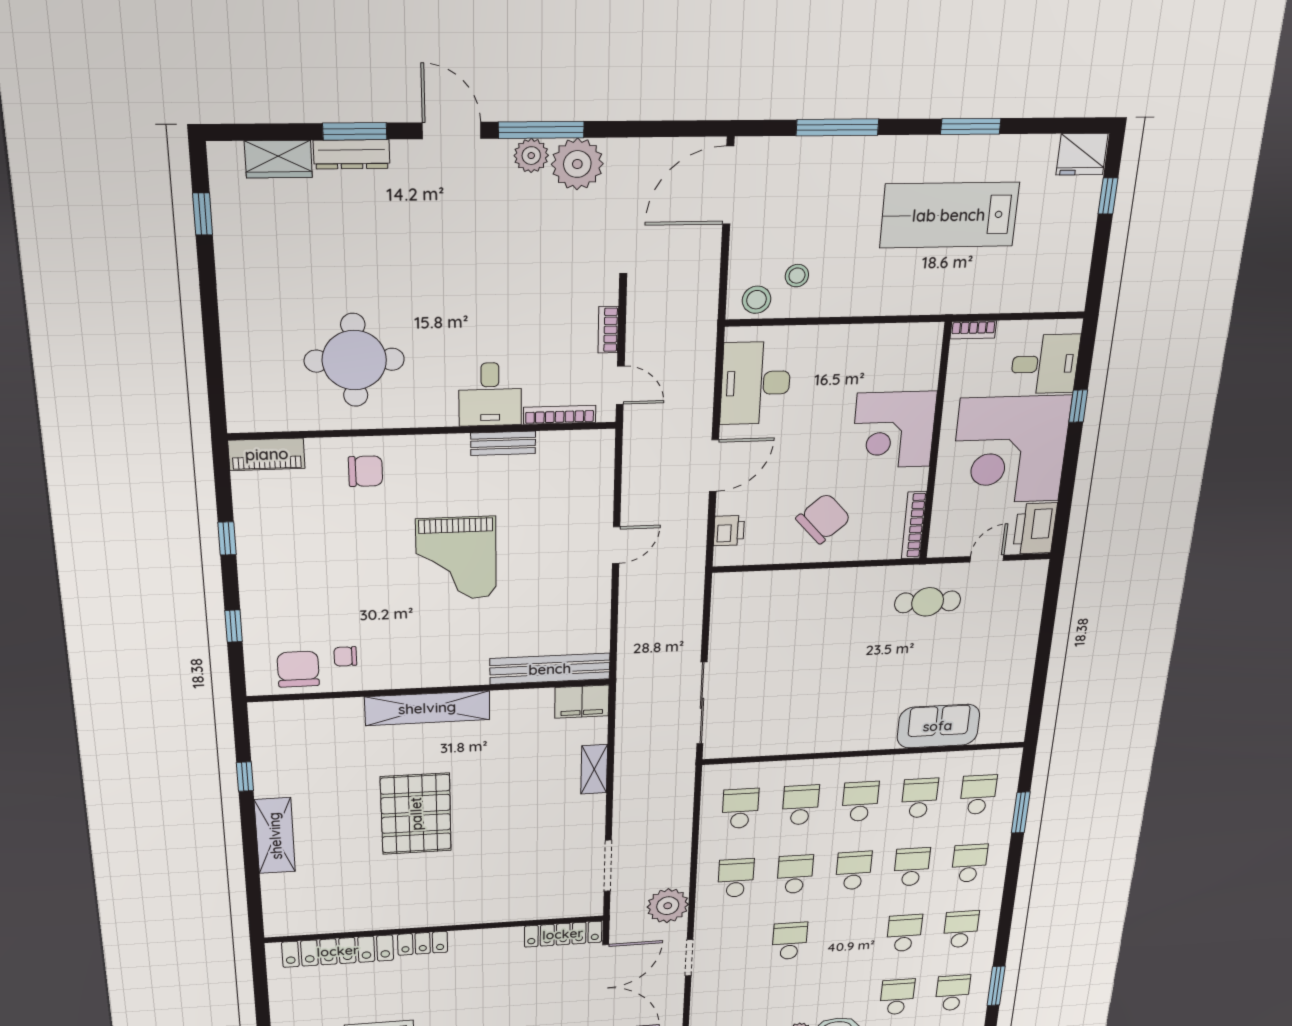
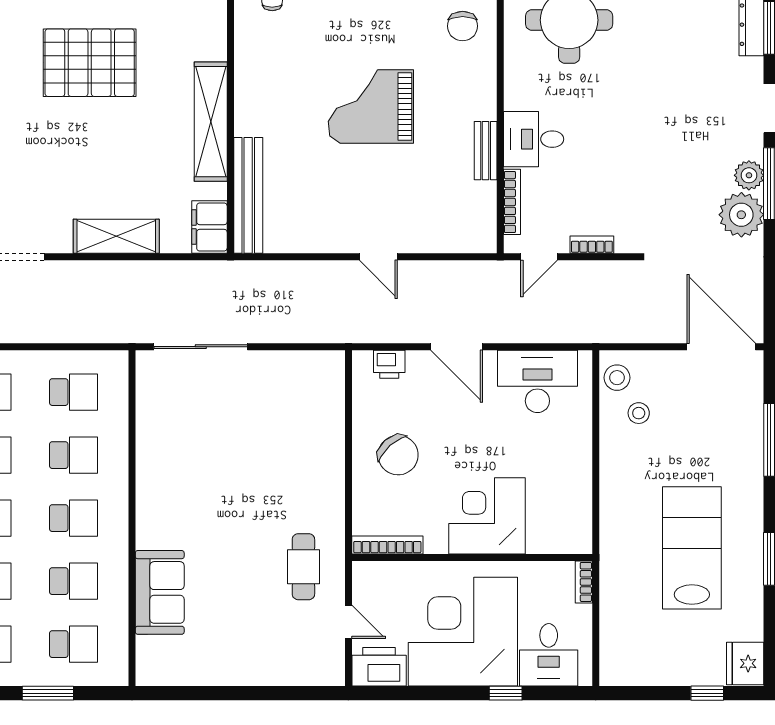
shelving: (427, 708) -> (211, 122), moved
shelving: (594, 769) -> (116, 236), width x1.50, depth x1.33

